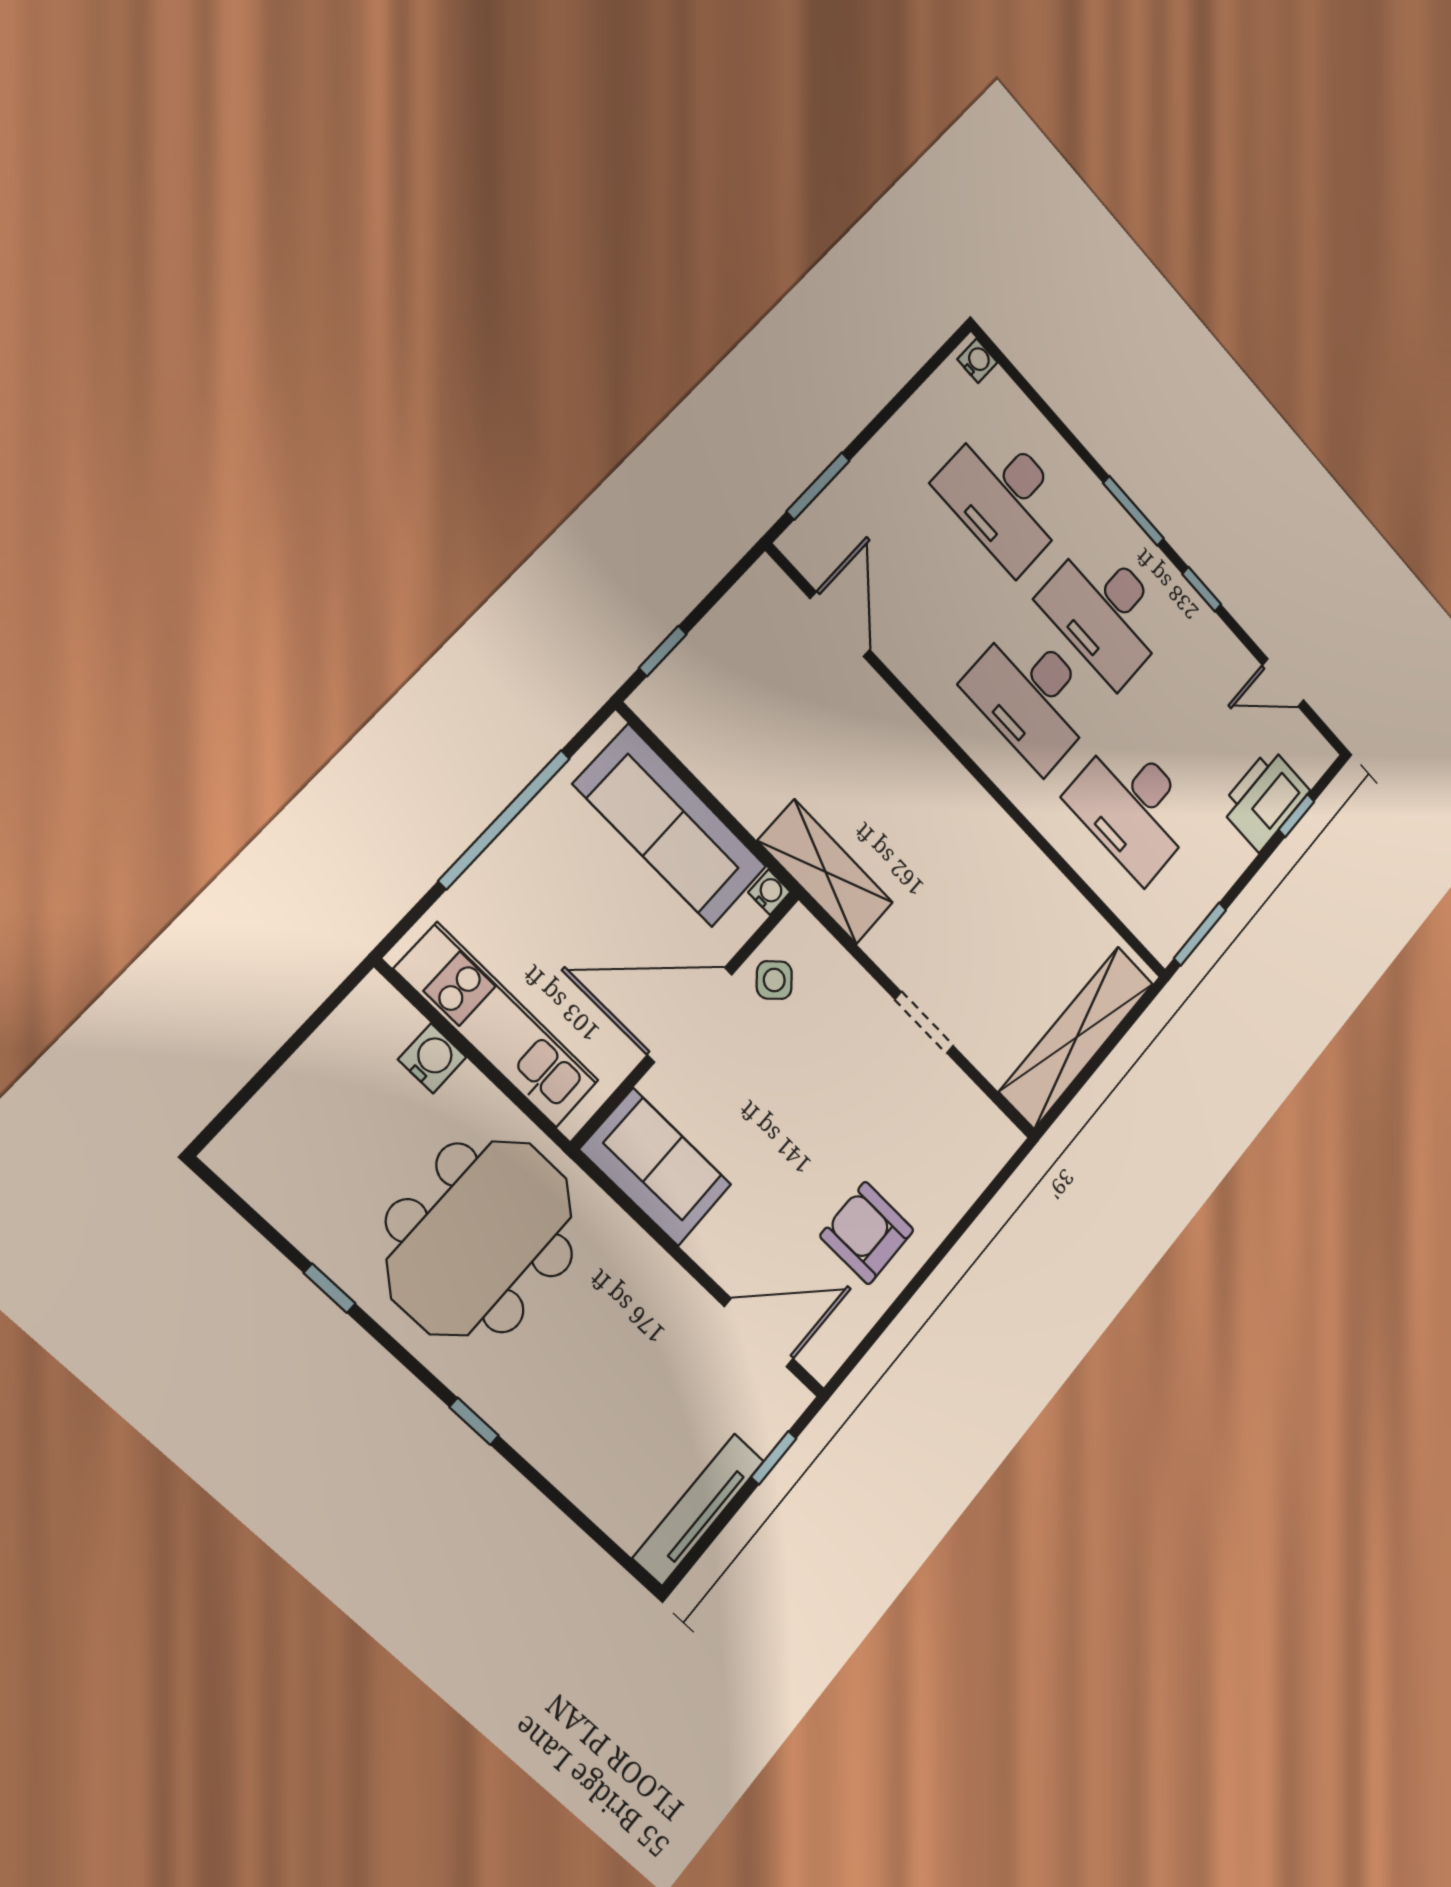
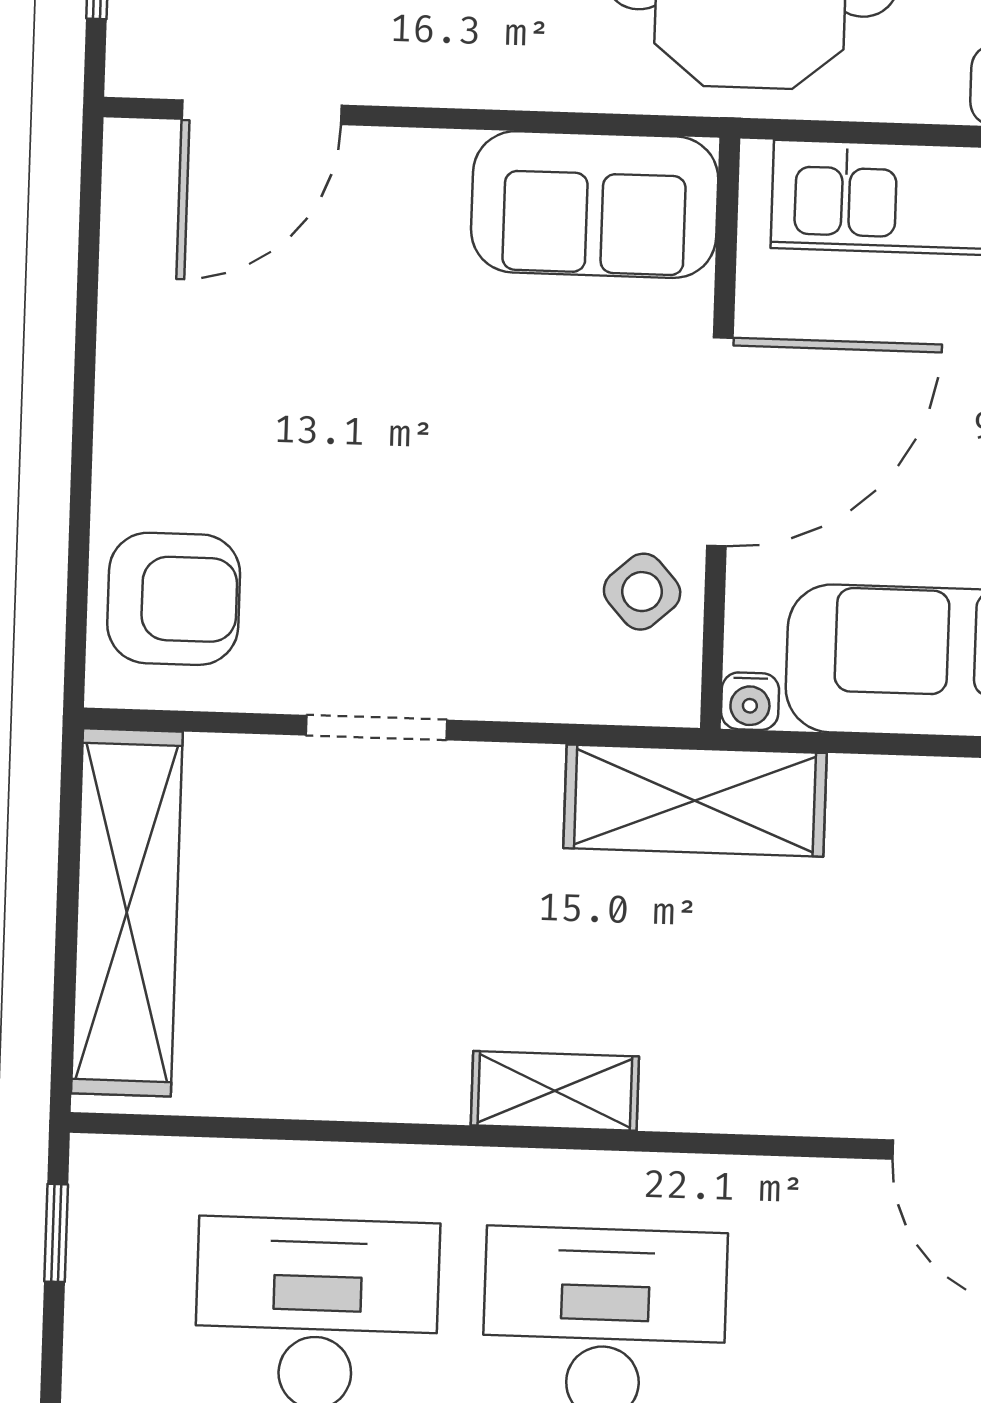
shelving: (976, 807) -> (555, 1091), added
window: (1200, 934) -> (56, 1233), width x0.67
armchair: (867, 1233) -> (174, 599), moved

